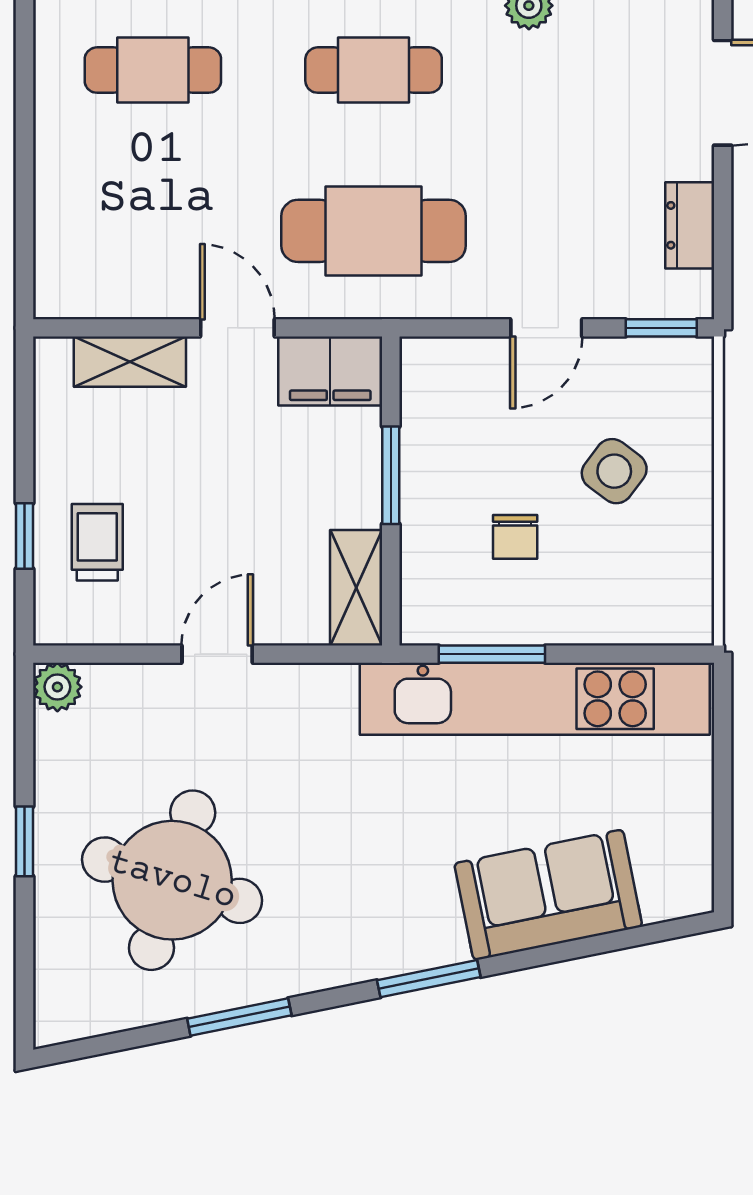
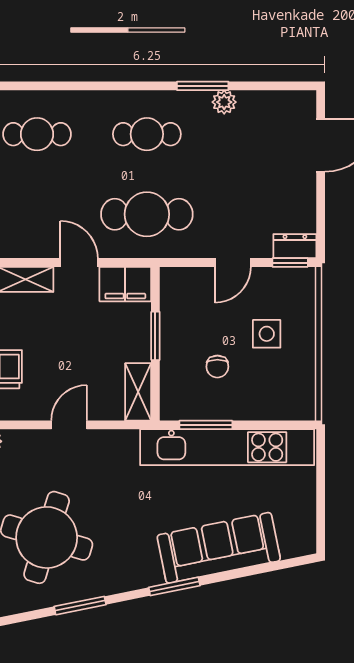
dresser: (690, 225) -> (295, 246), moved, turned 90
side table: (614, 471) -> (267, 334), turned -37
sofa: (548, 895) -> (219, 548), width x1.36

